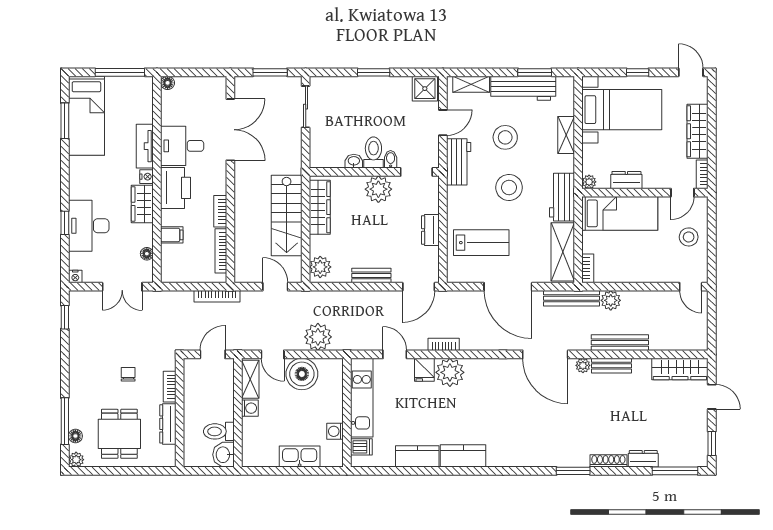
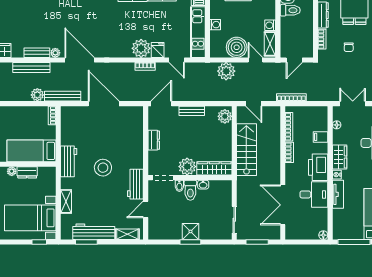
window: (638, 72) -> (39, 242), moved
shower: (425, 89) -> (190, 231), moved
stool: (505, 137) -> (105, 200), removed
plant: (589, 182) -> (12, 171), moved
wardrobe: (320, 207) -> (214, 168), moved, turned 90
lab bench: (481, 243) -> (121, 132), removed
shelving: (563, 252) -> (68, 126), removed
washing machine: (335, 431) -> (215, 25), moved

